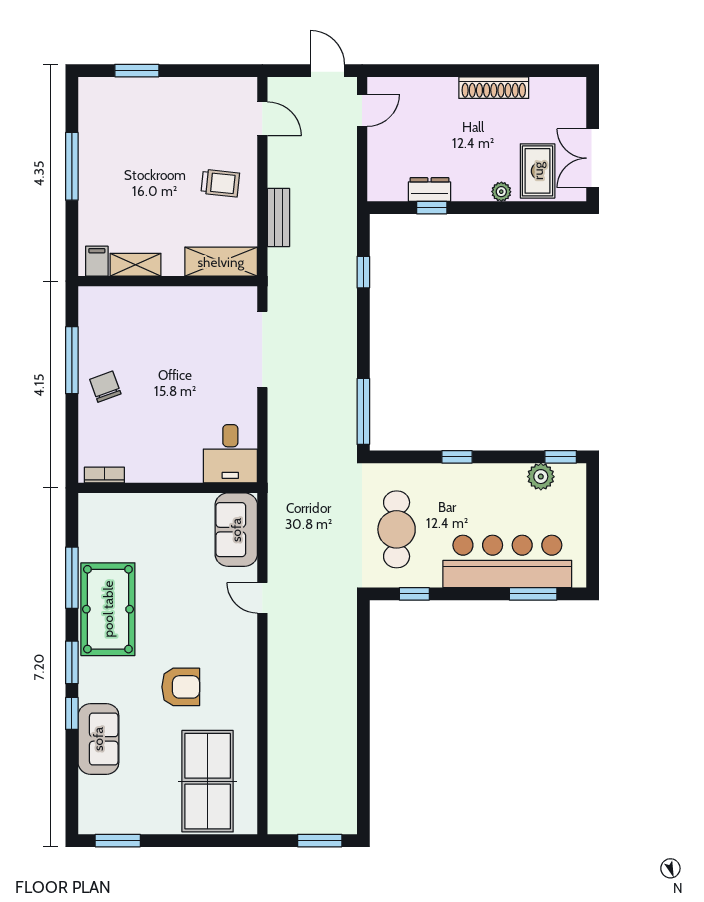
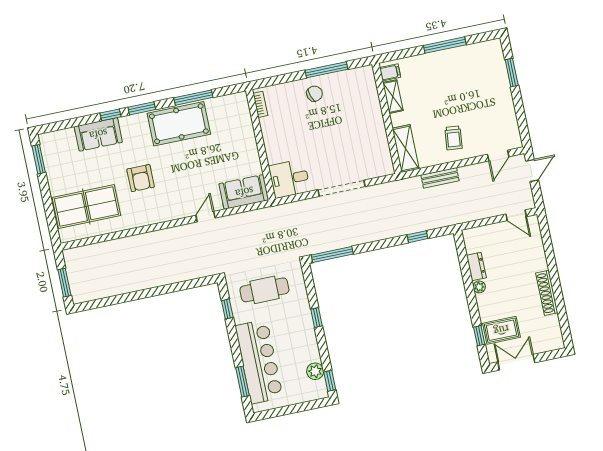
door: (327, 71) -> (532, 170), moved
plant: (501, 192) -> (479, 287), moved
window: (432, 208) -> (479, 336), moved
doorway: (262, 349) -> (342, 188), moved

